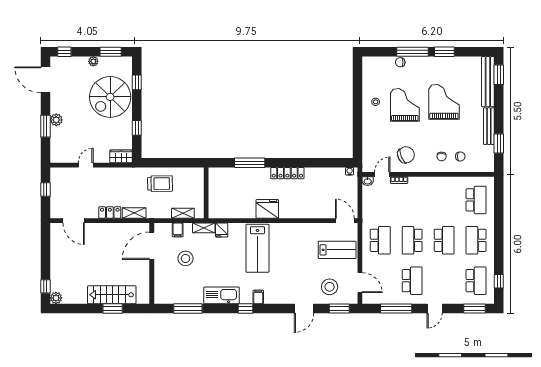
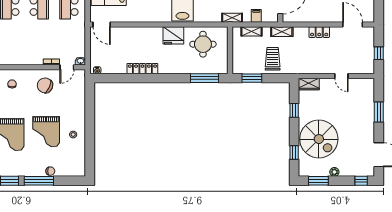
spiral stairs: (110, 97) -> (319, 139), turned 90
plant: (56, 120) -> (369, 118), removed
chair: (406, 155) -> (45, 85), turned 49
window: (182, 163) -> (252, 78), added
window: (250, 163) -> (204, 78), moved
door: (86, 165) -> (341, 76), hinge flipped
locker: (287, 173) -> (142, 69), moved
trolley: (160, 184) -> (273, 59), turned 91
round table: (235, 199) -> (203, 44), added
shelving: (134, 213) -> (282, 32), moved
fridge: (222, 230) -> (216, 16), removed

